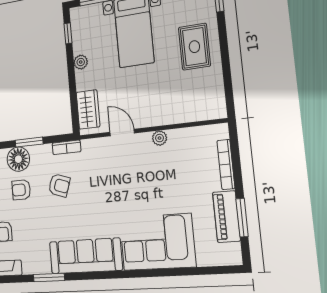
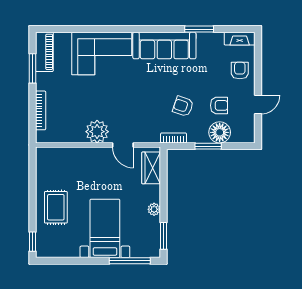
window: (68, 33) -> (163, 236), width x1.50
plant: (160, 138) -> (97, 132), width x1.88, depth x1.88
piano: (226, 217) -> (44, 52), moved

